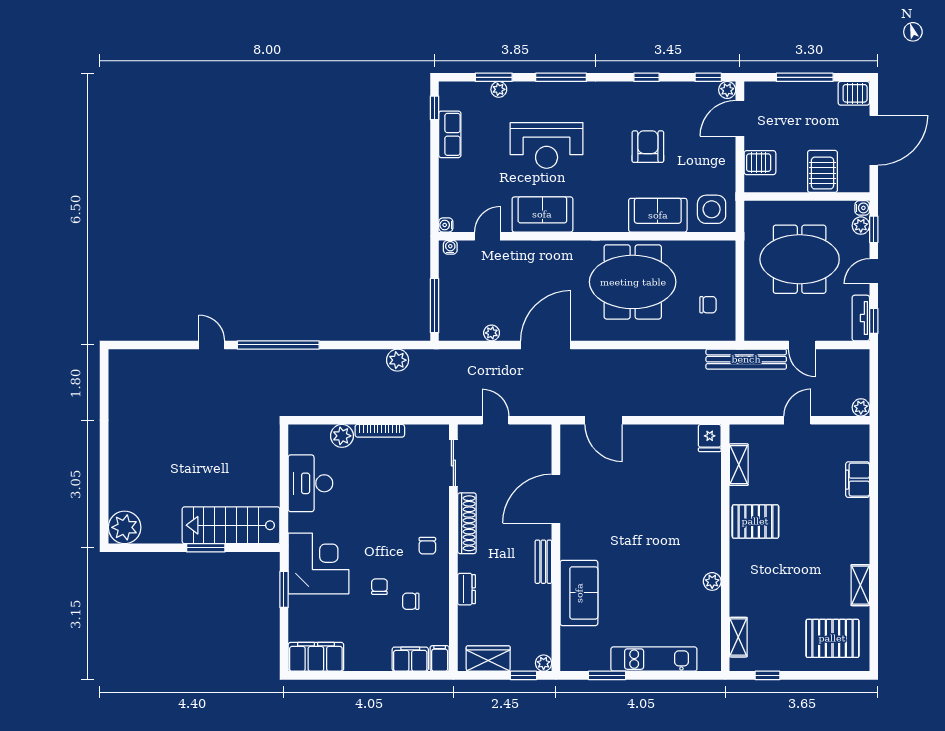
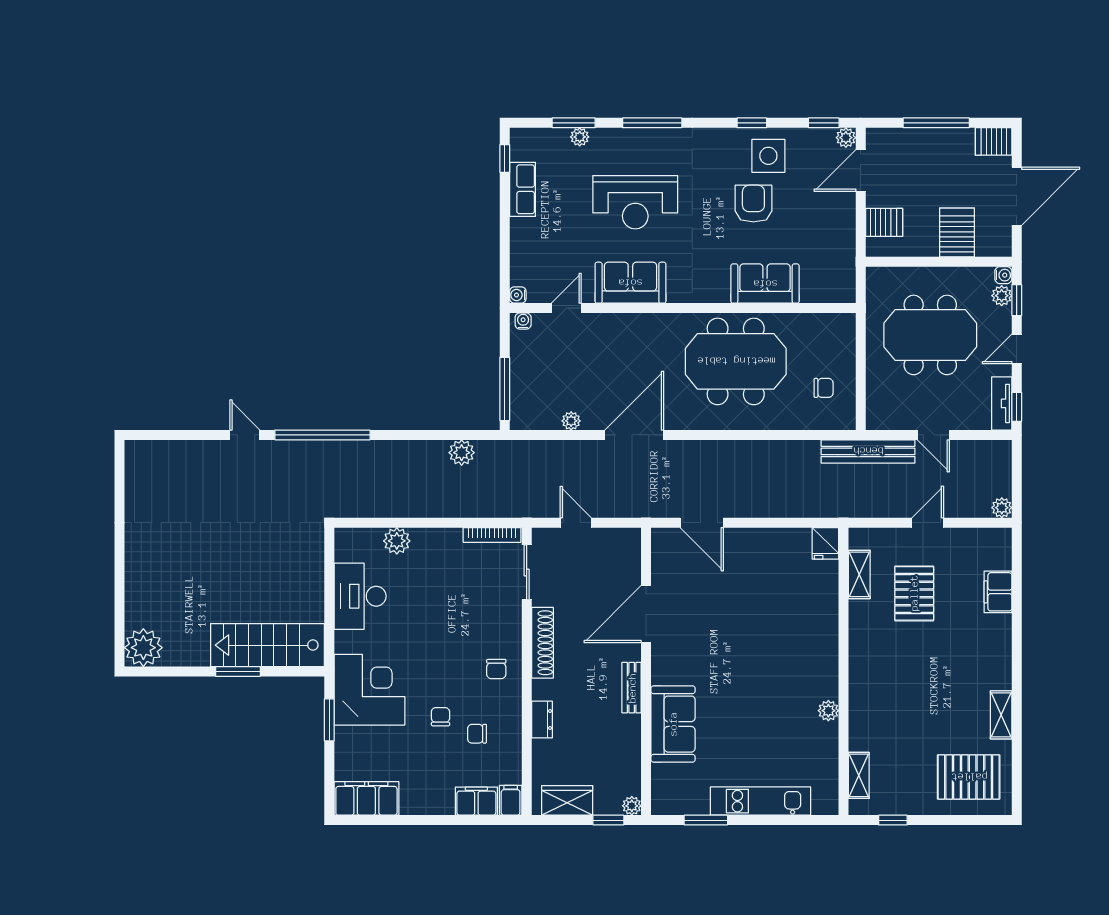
side table: (712, 209) -> (768, 156), moved
bookcase: (380, 431) -> (492, 535), moved
pallet: (755, 521) -> (914, 593), moved, turned 90

